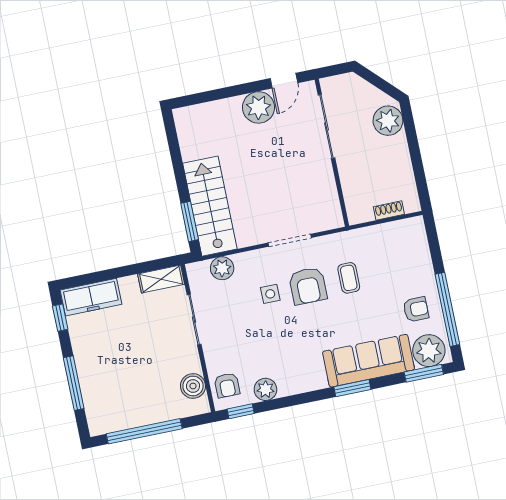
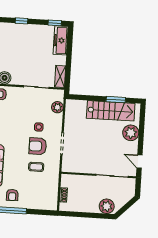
plant: (259, 107) -> (131, 133), moved
stairs: (210, 206) -> (111, 111), moved
window: (190, 221) -> (116, 100), moved
window: (74, 383) -> (22, 21), width x0.46

